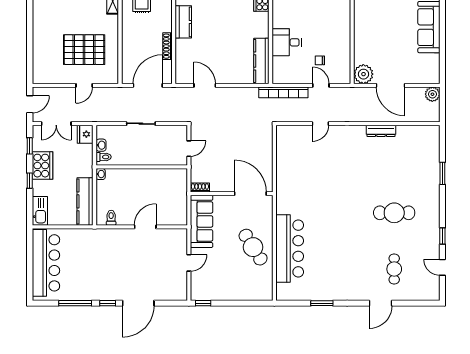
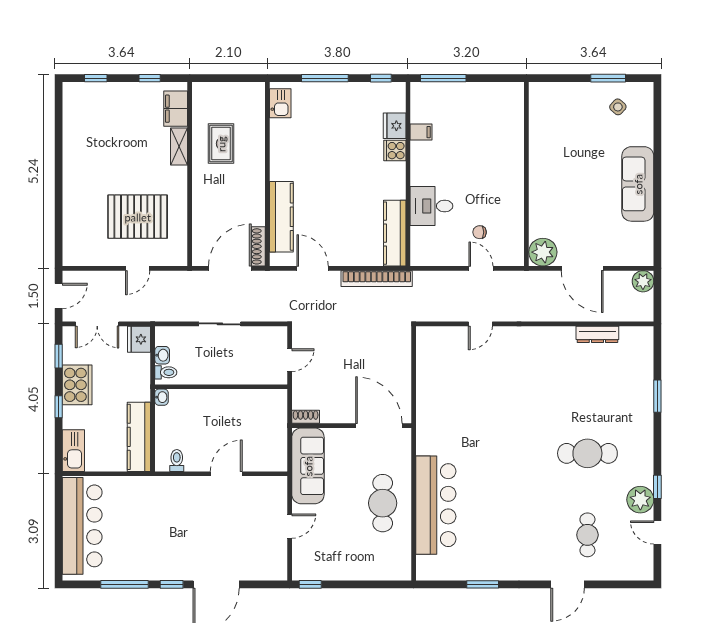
kitchen counter: (183, 22) -> (281, 217), moved, width x1.50
shoe rack: (167, 46) -> (258, 246), moved
bookcase: (283, 92) -> (377, 279), moved
dresser: (381, 131) -> (597, 334), moved
plant: (431, 245) -> (640, 500), added
cafe table: (253, 247) -> (383, 503), turned 32

